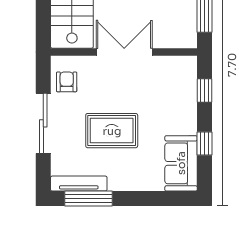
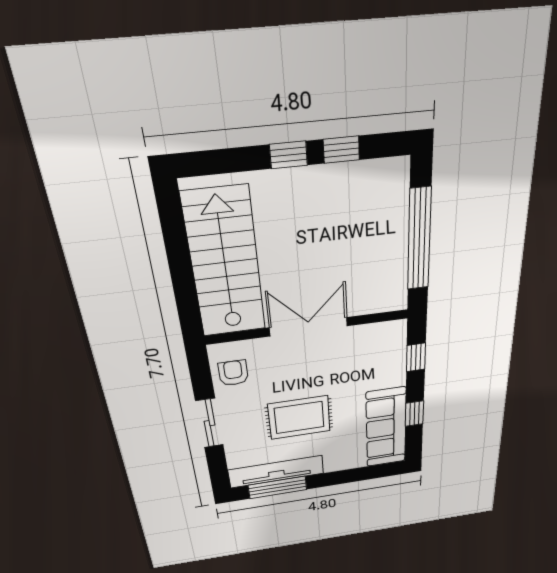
sliding door: (43, 123) -> (210, 423), width x0.73
sofa: (181, 163) -> (386, 428), width x1.36
tv unit: (79, 184) -> (276, 472), width x1.36, depth x1.29

